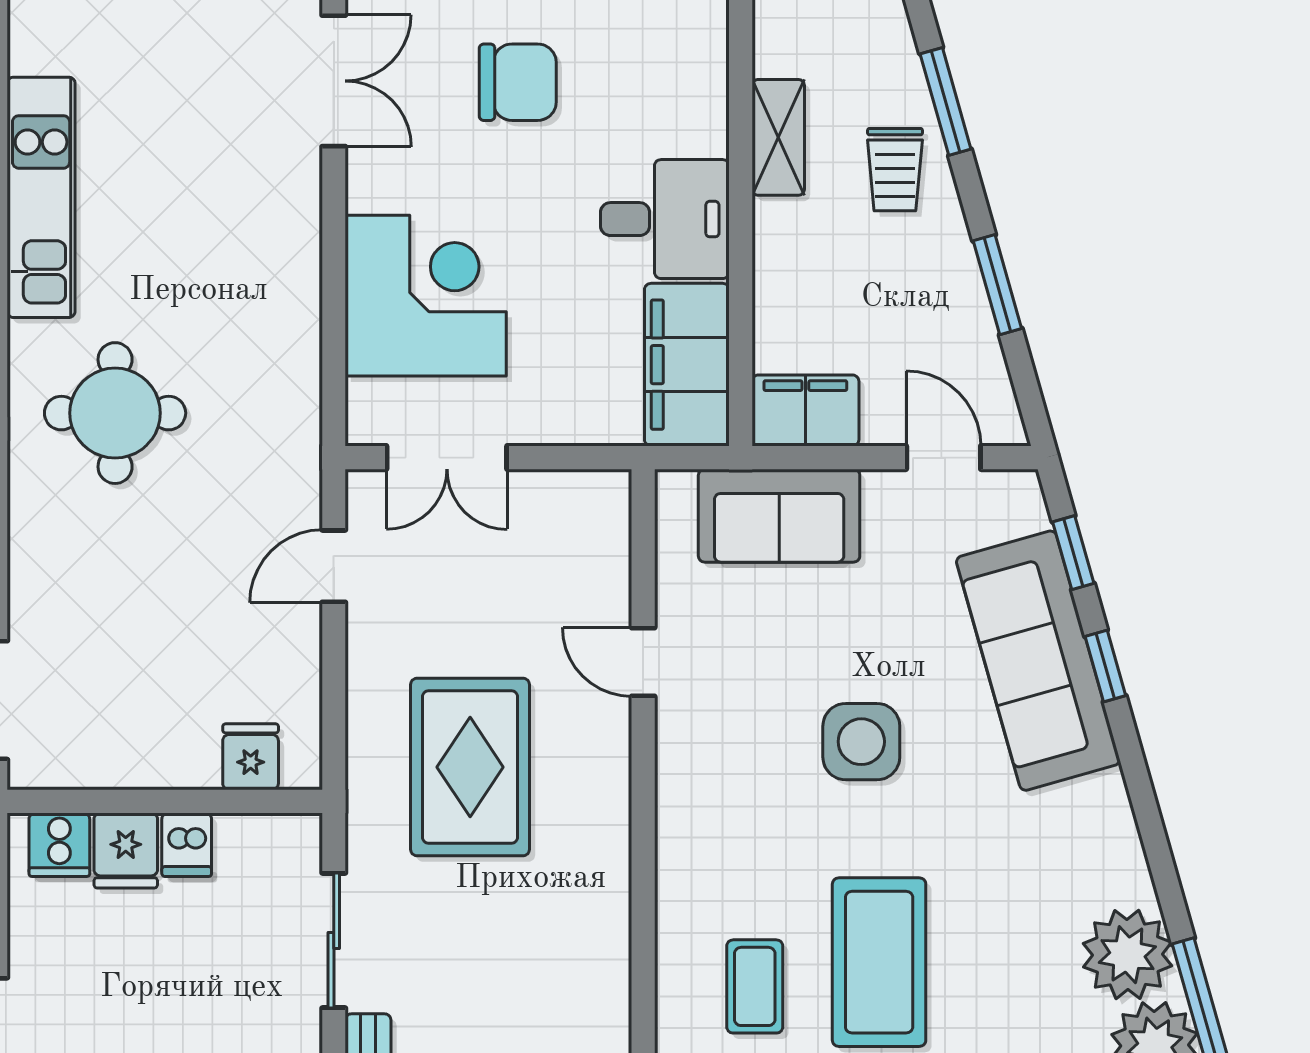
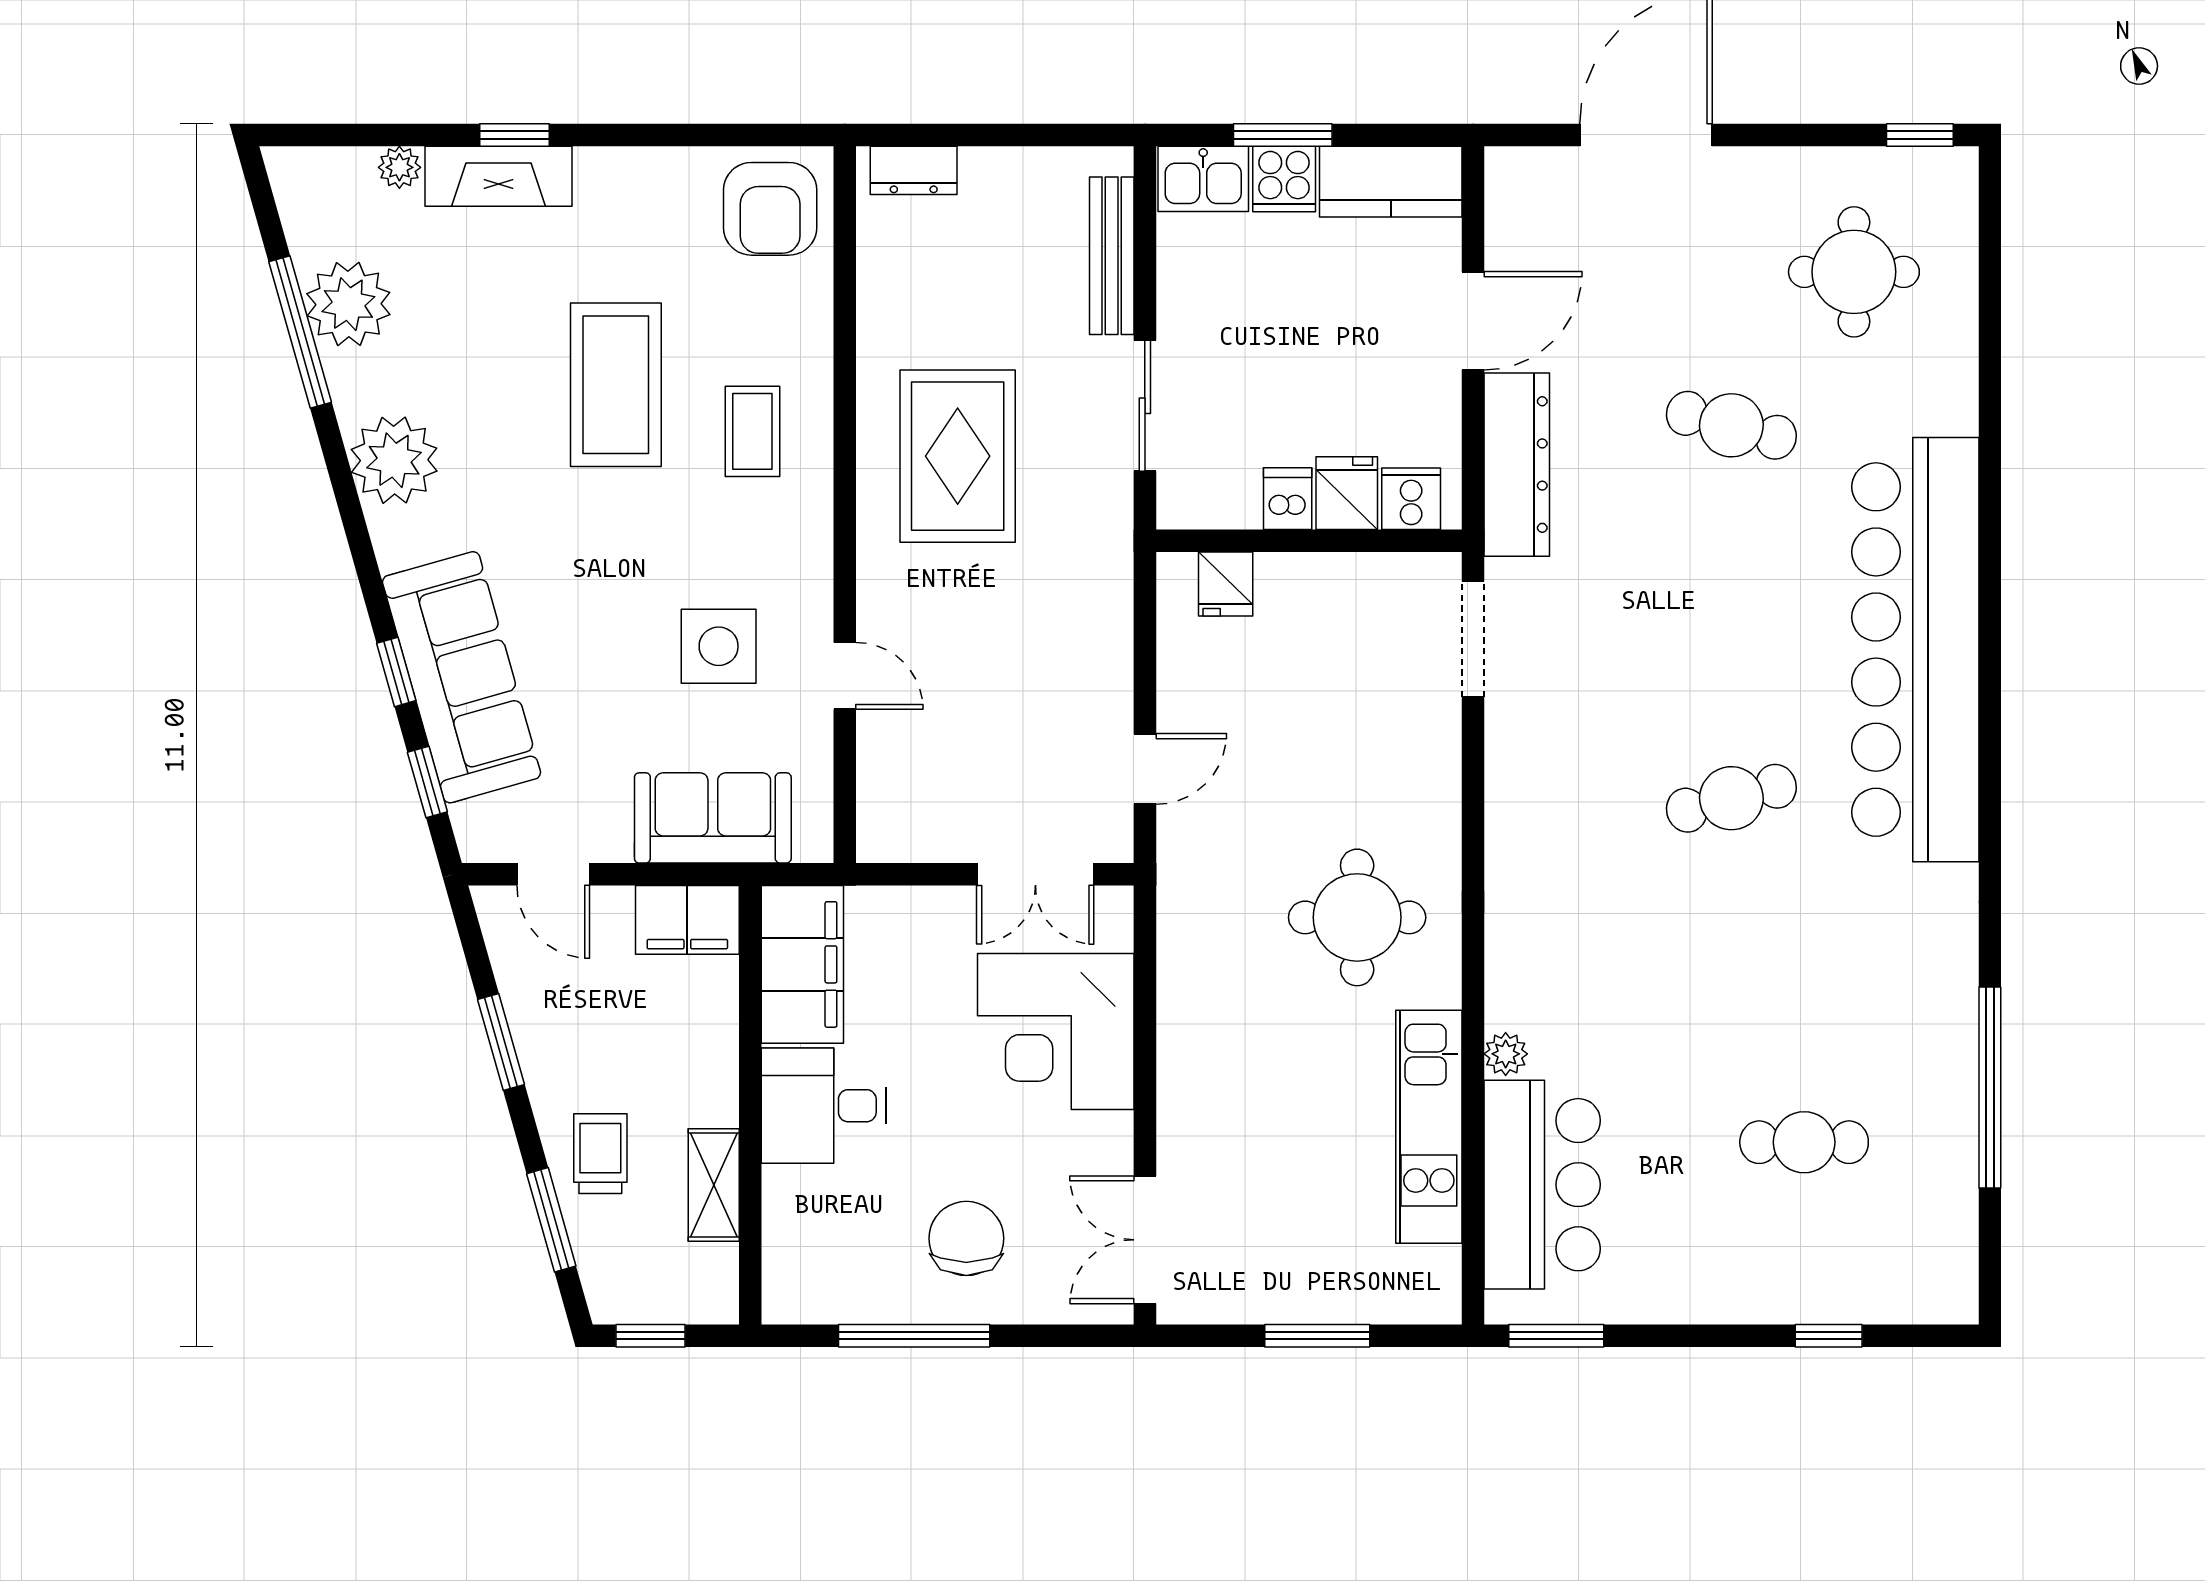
chair: (518, 82) -> (966, 1238), turned 90
double door: (447, 458) -> (1035, 874), swing flipped
side table: (861, 742) -> (719, 646), moved
rug: (470, 767) -> (958, 456), moved
plant: (1127, 955) -> (394, 460), moved
coffee table: (755, 986) -> (752, 431), moved

